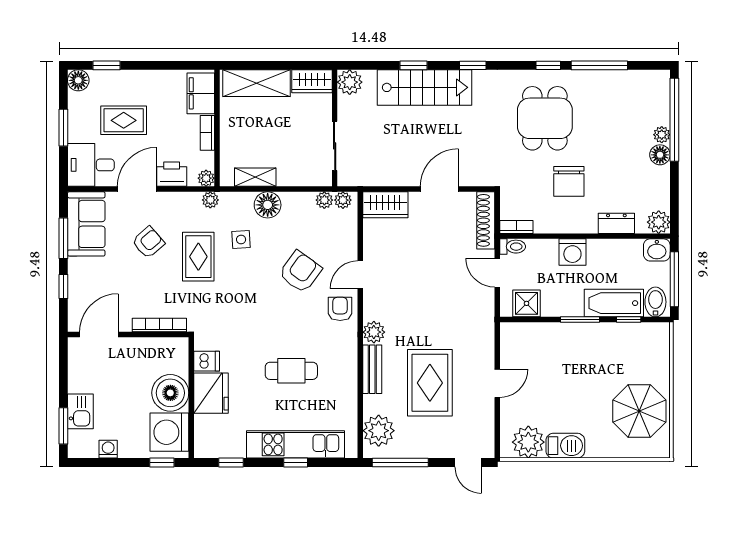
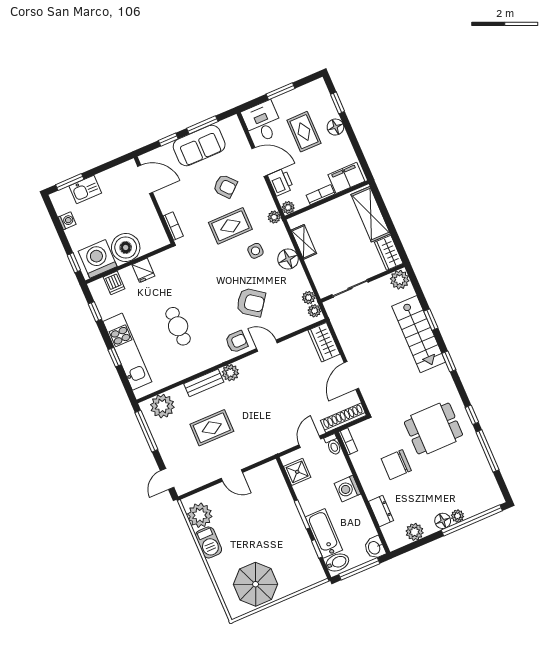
floor lamp: (78, 80) -> (335, 127), moved
door: (439, 189) -> (351, 375), swing flipped
plant: (659, 222) -> (415, 532), moved
sofa: (86, 224) -> (199, 146), moved
bookcase: (159, 325) -> (173, 226), width x0.64
dishwasher: (207, 361) -> (114, 283), moved
rug: (430, 383) -> (212, 428), width x0.73, depth x0.70
fridge: (211, 393) -> (143, 270), width x0.53, depth x0.75

